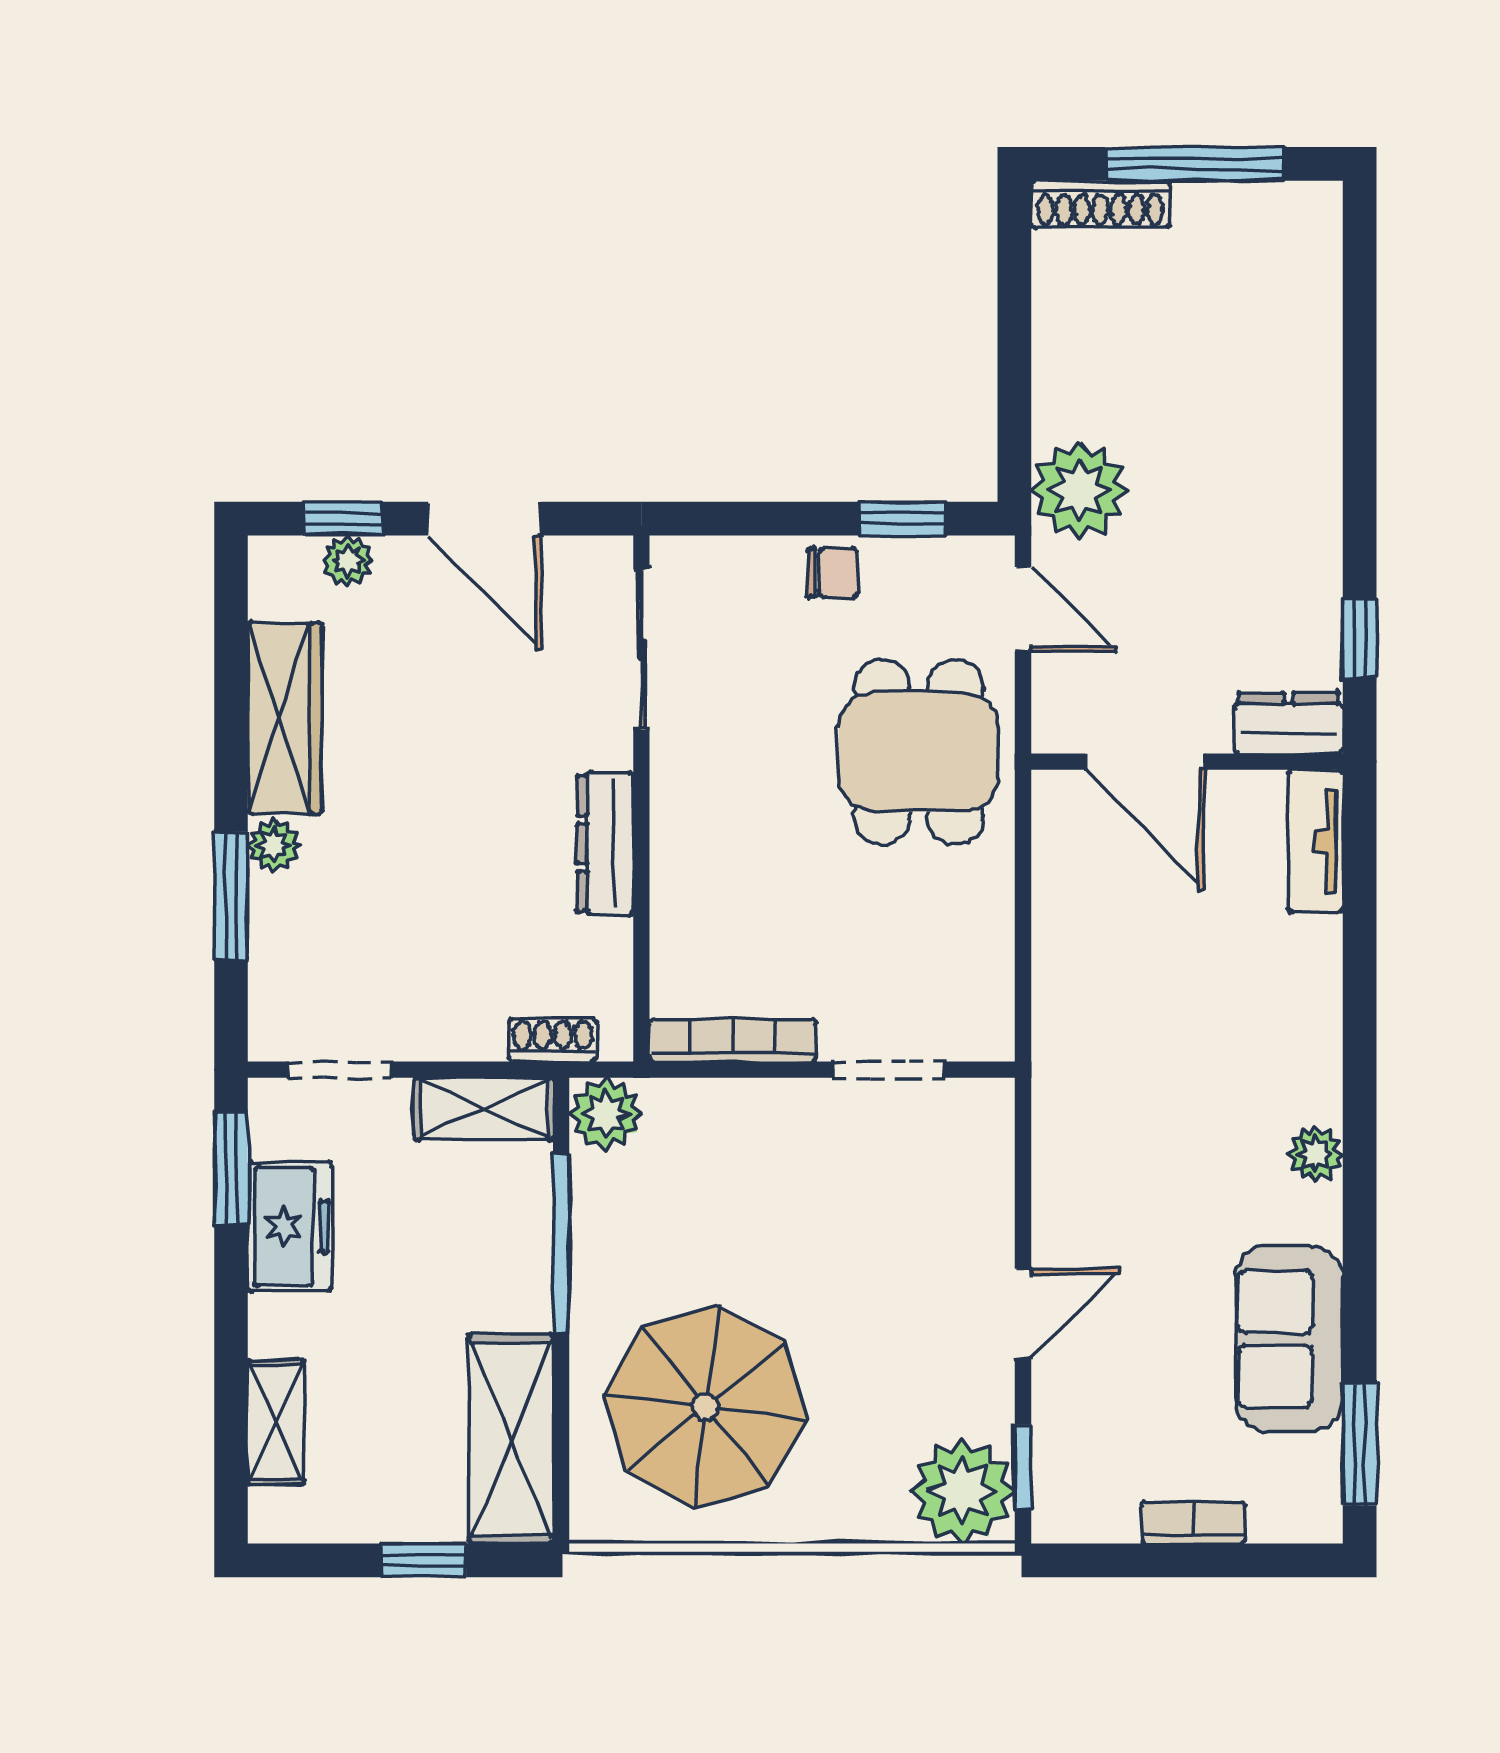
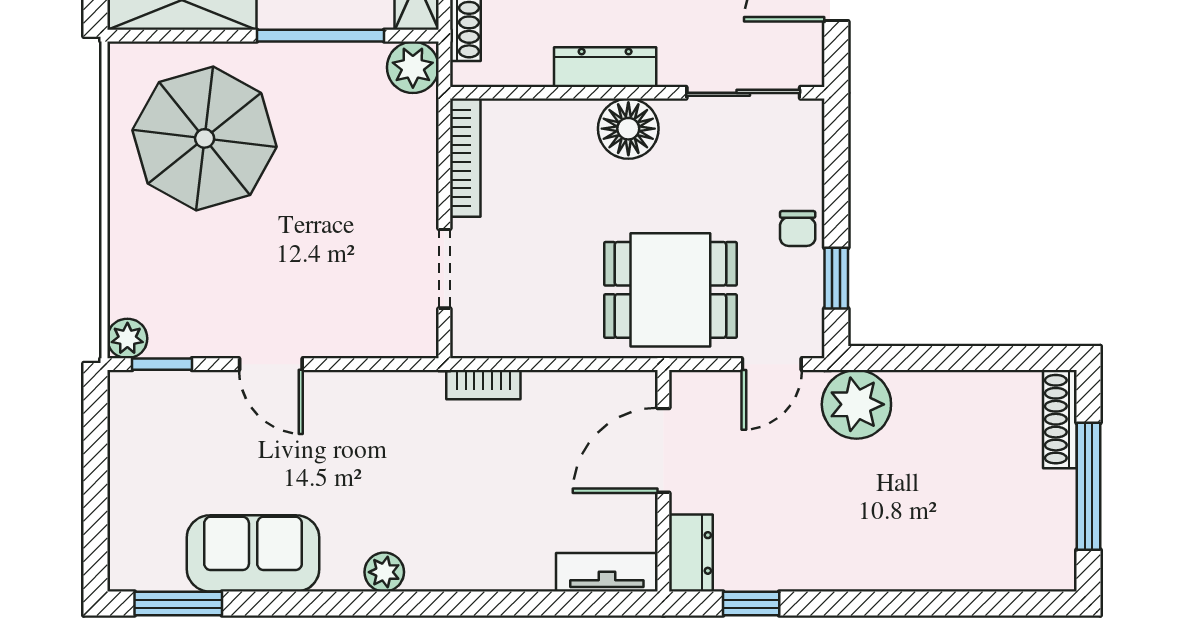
floor lamp: (692, 811) -> (628, 129), added
plant: (962, 1491) -> (127, 338), width x0.53, depth x0.53
bookcase: (1193, 1523) -> (483, 385), moved, turned 90

